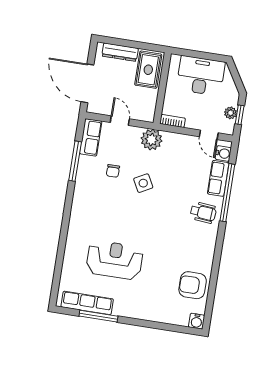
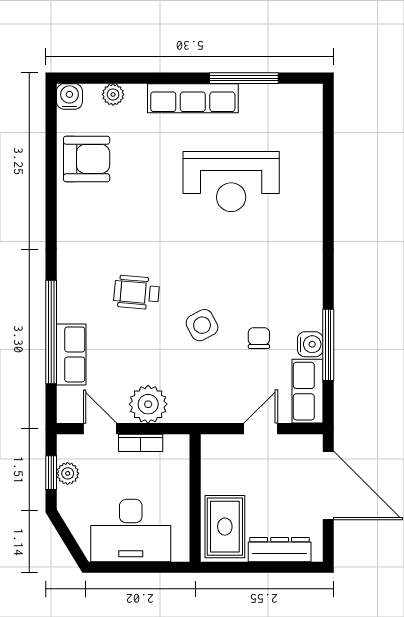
door: (120, 121) -> (261, 429), swing flipped
bookcase: (173, 121) -> (141, 443), moved
plant: (151, 140) -> (148, 404), moved
water cooler: (223, 153) -> (310, 344), moved, turned 180
wheelchair: (203, 213) -> (137, 292), moved
row of seats: (87, 303) -> (193, 98), moved
plant: (172, 319) -> (113, 94), added

